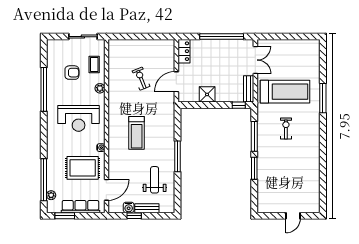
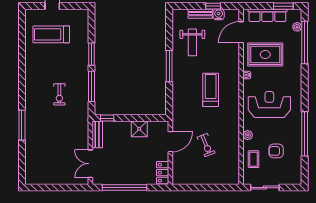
treadmill: (285, 92) -> (51, 34), moved, width x0.73, depth x0.73

